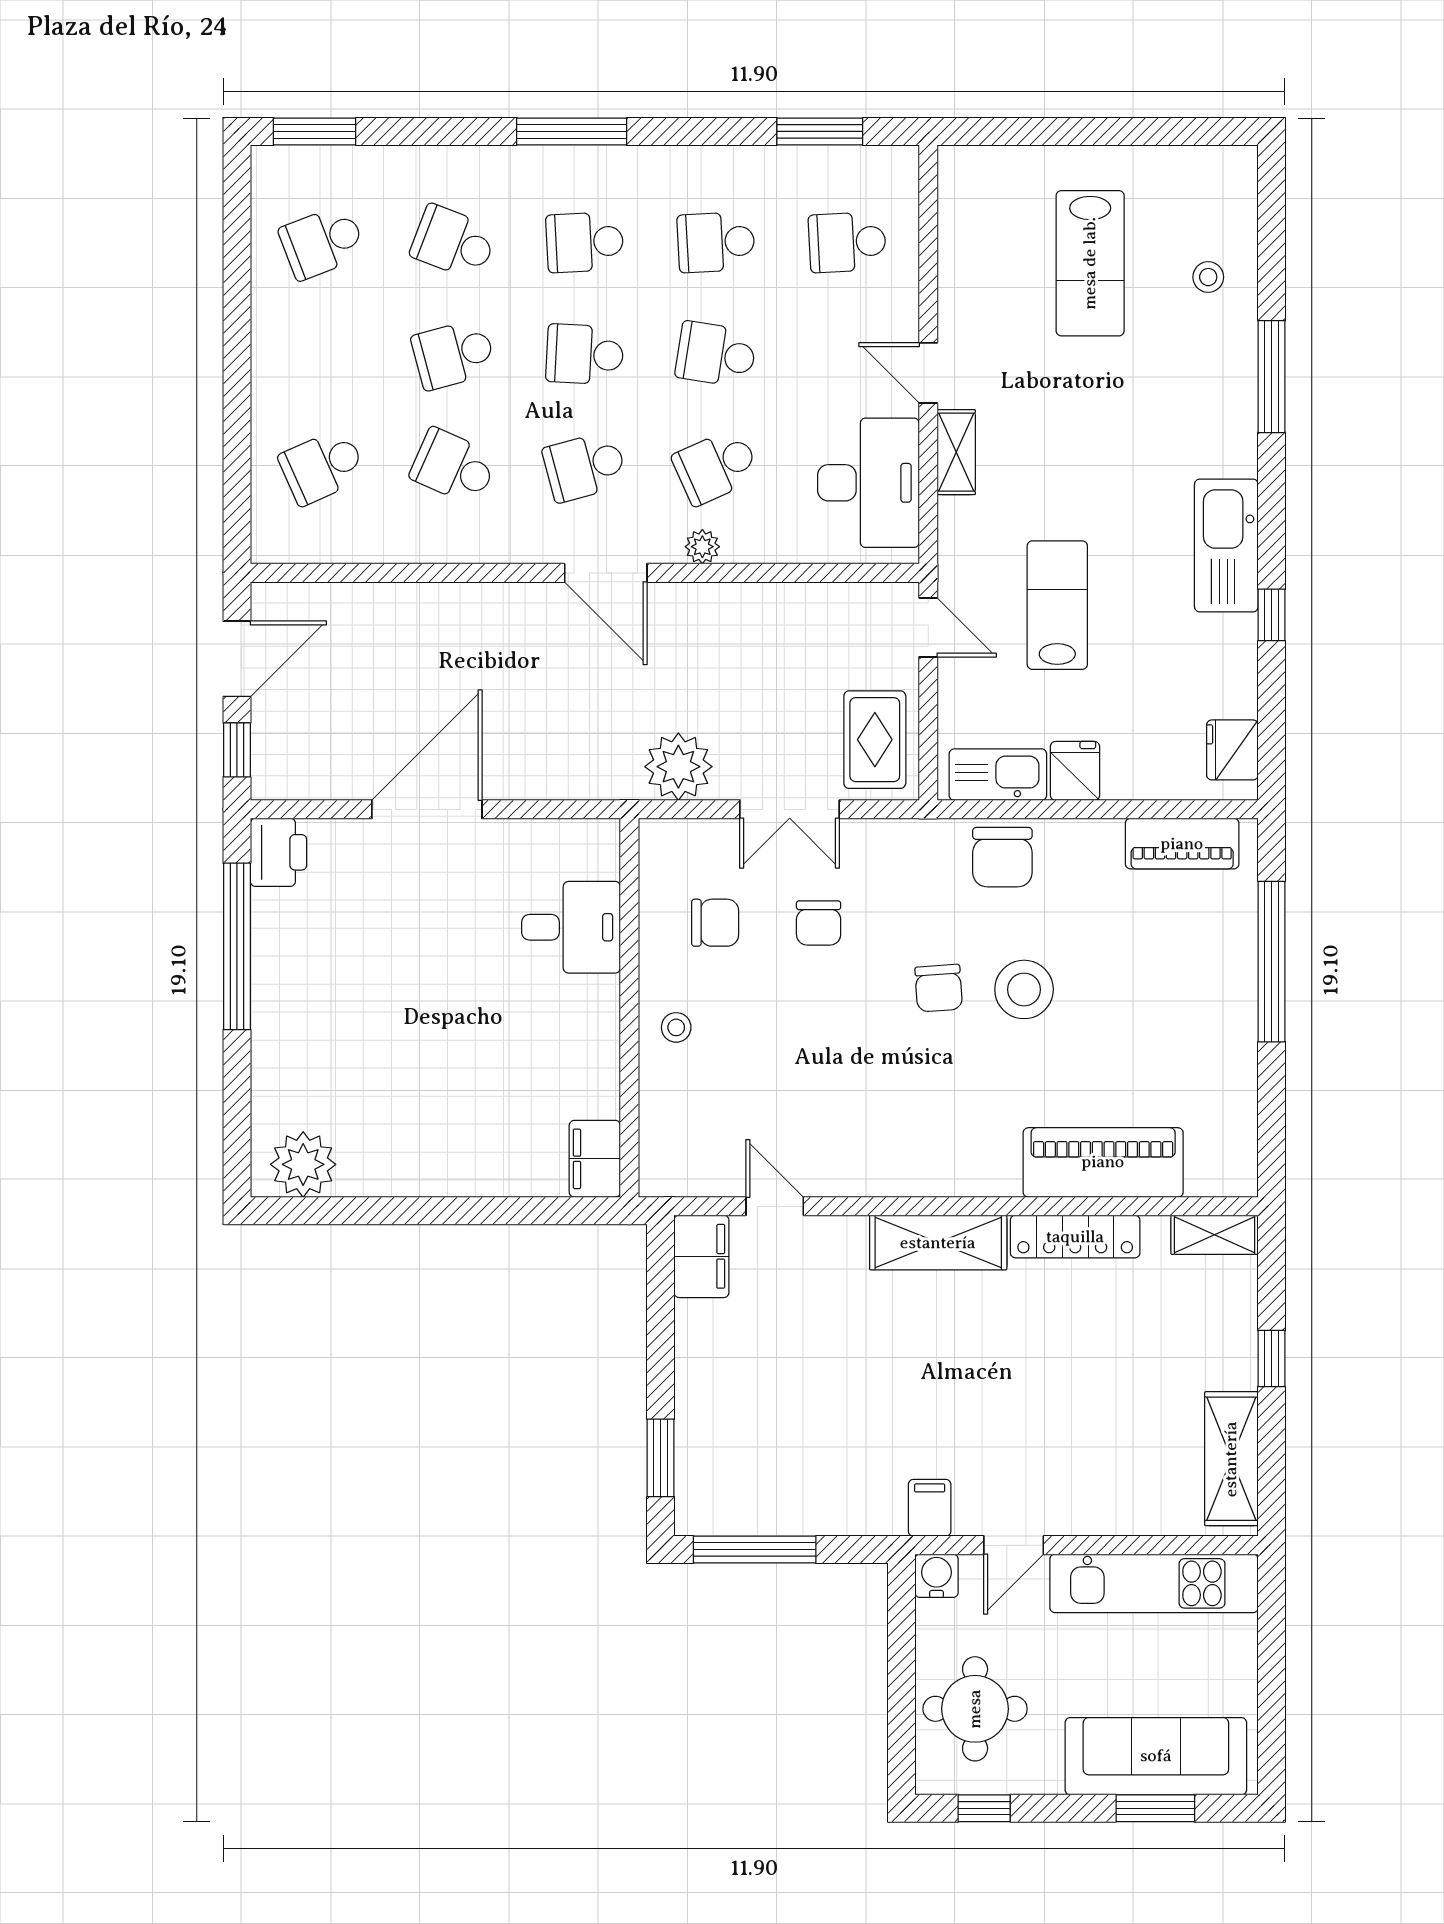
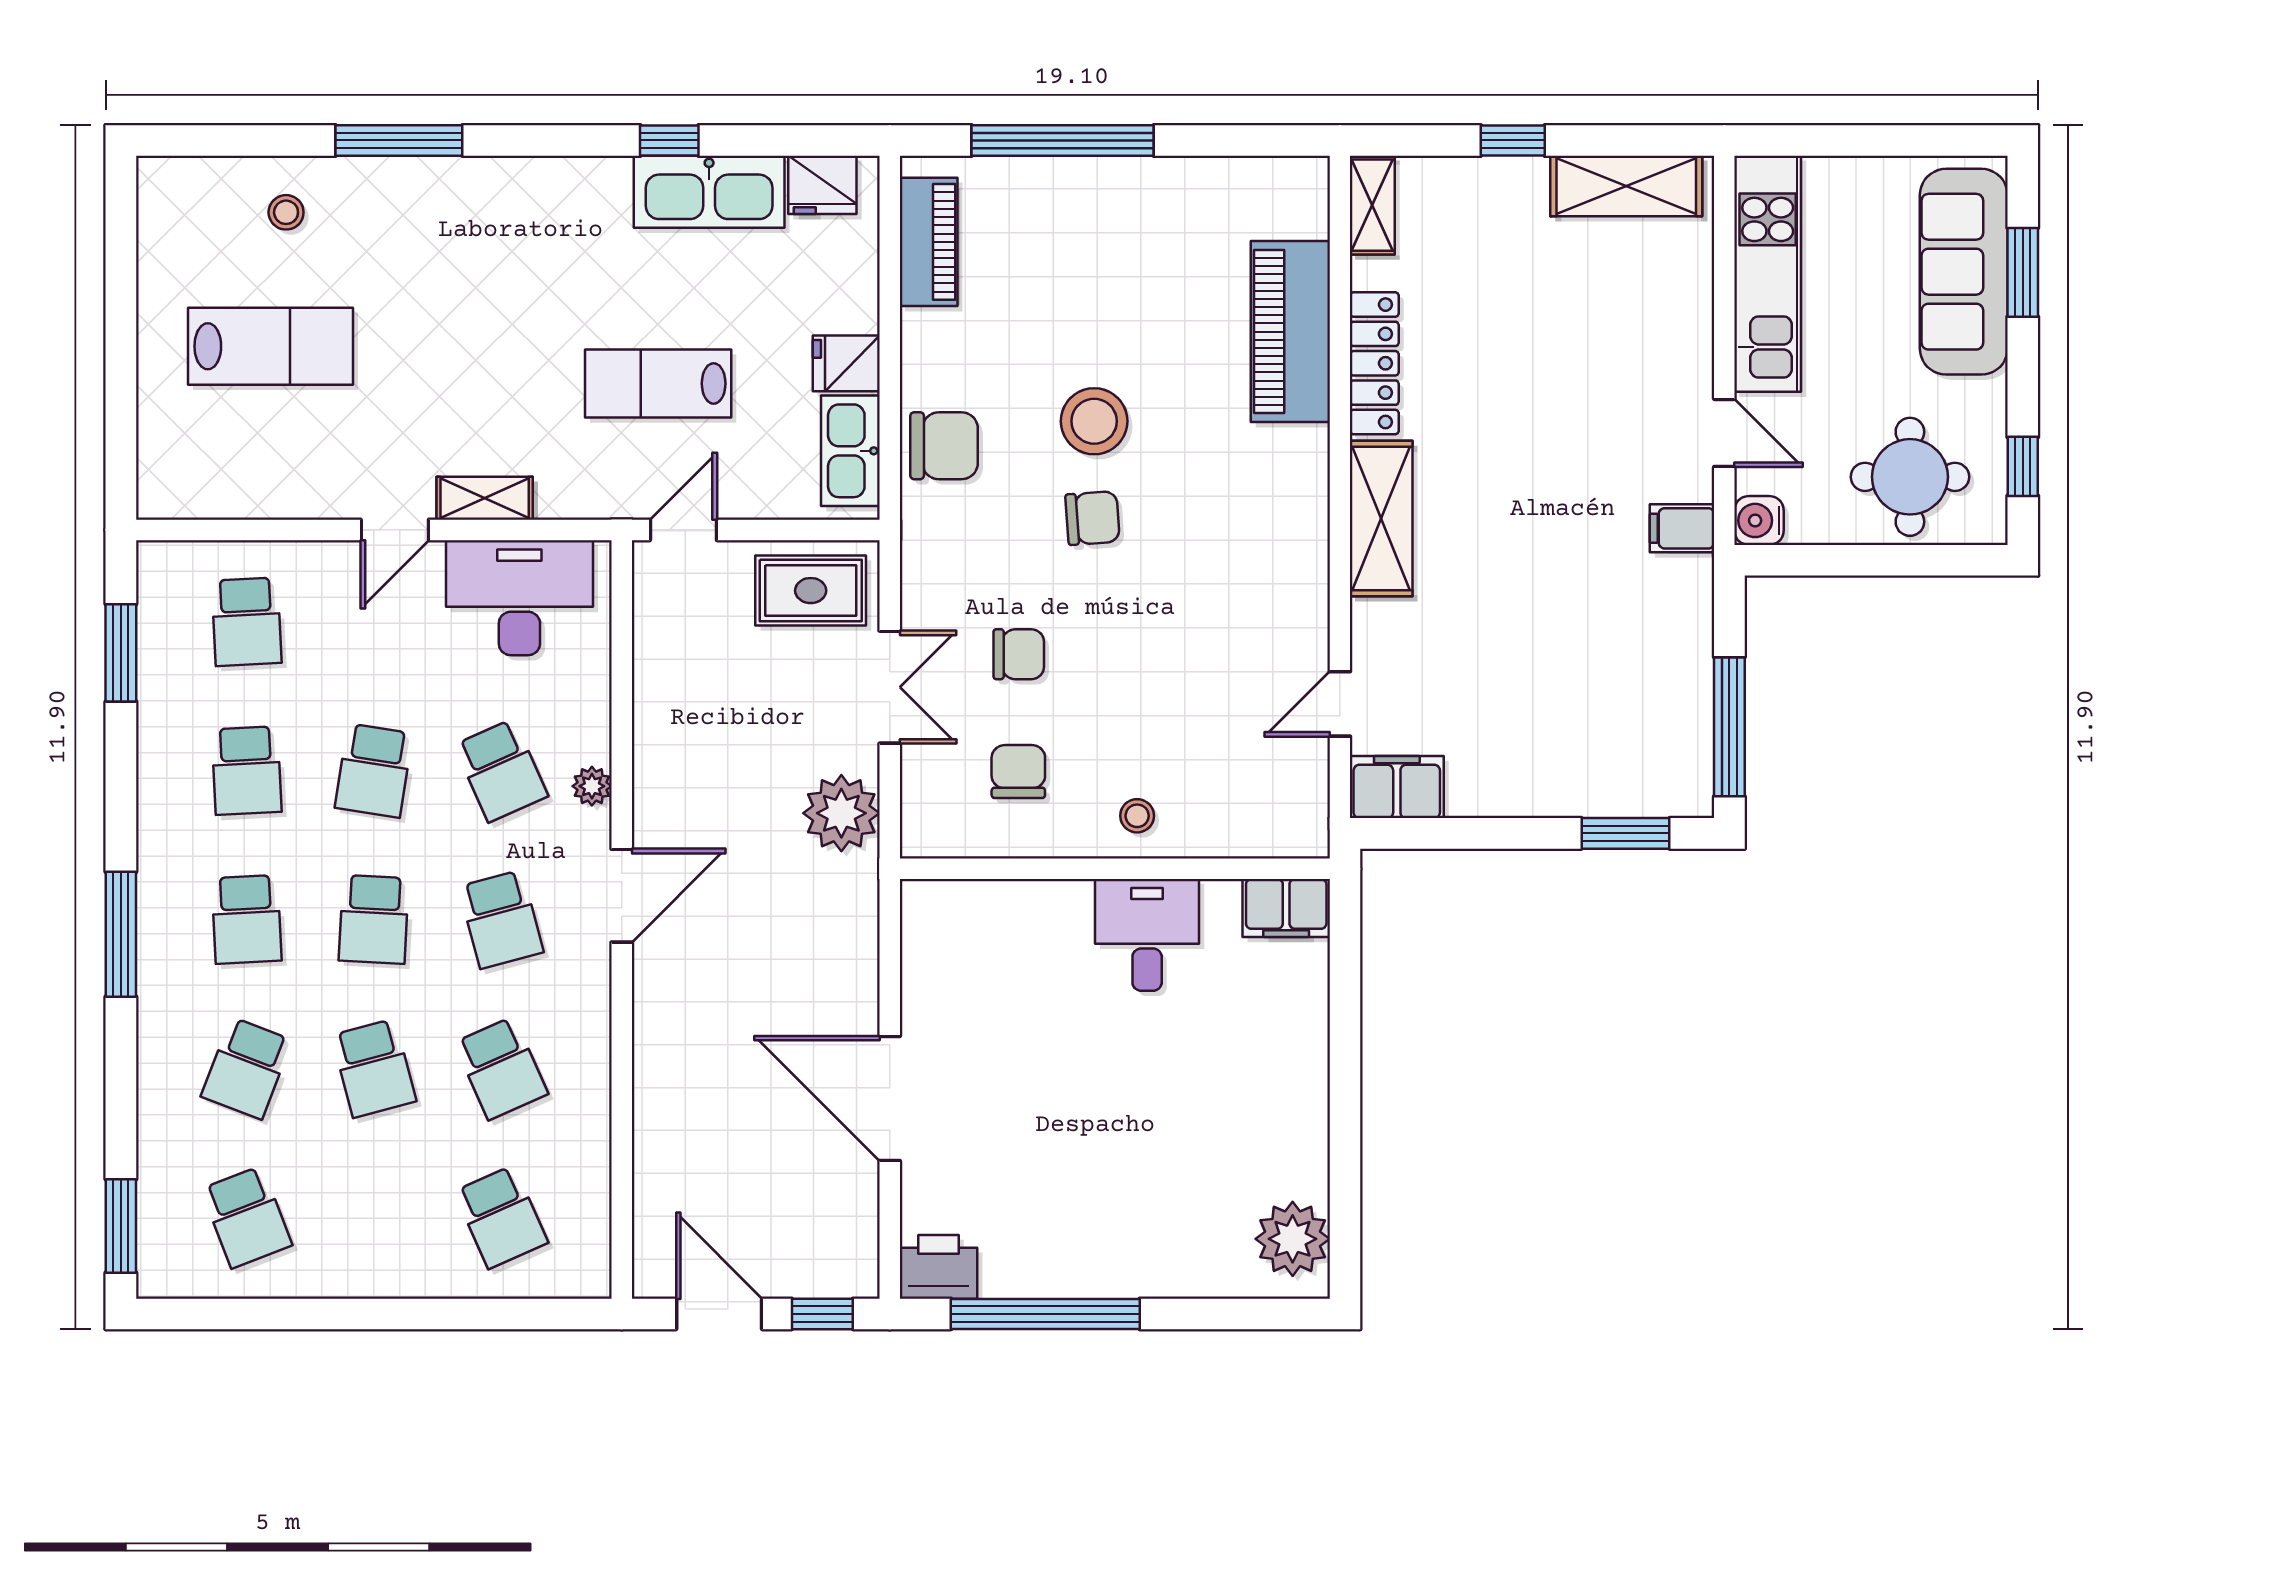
school desk: (454, 467) -> (501, 1068), turned -48
kitchen sink: (1226, 546) -> (709, 192), moved
desk: (571, 927) -> (1147, 935), moved

